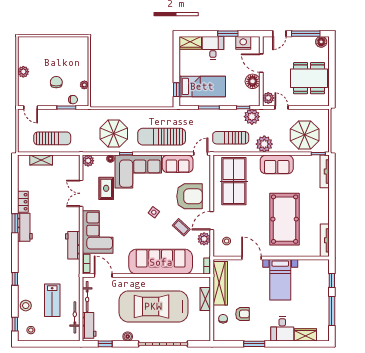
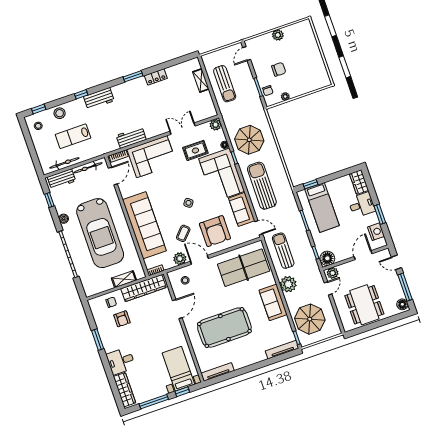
floor lamp: (253, 81) -> (327, 258), moved
plant: (252, 117) -> (310, 264), removed
workbench: (25, 227) -> (99, 99), moved
bed with nightstands: (280, 280) -> (178, 369), moved, turned 90
car: (153, 306) -> (100, 233), turned 180
wardrobe: (305, 335) -> (125, 390), width x1.50

